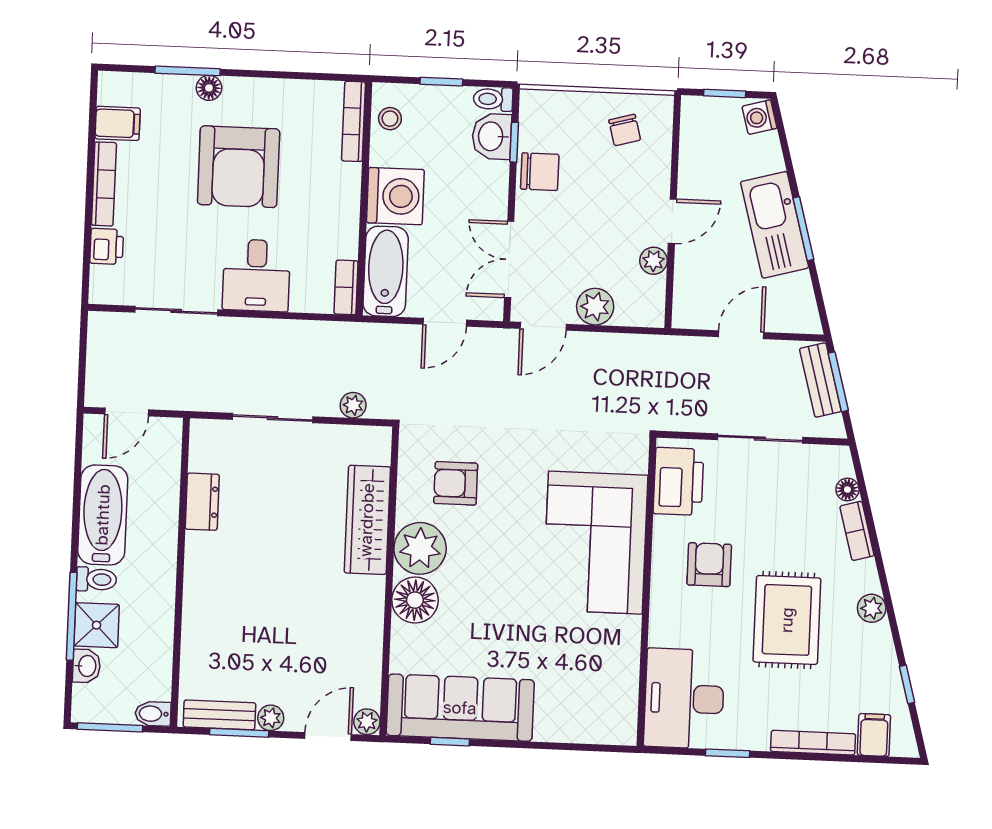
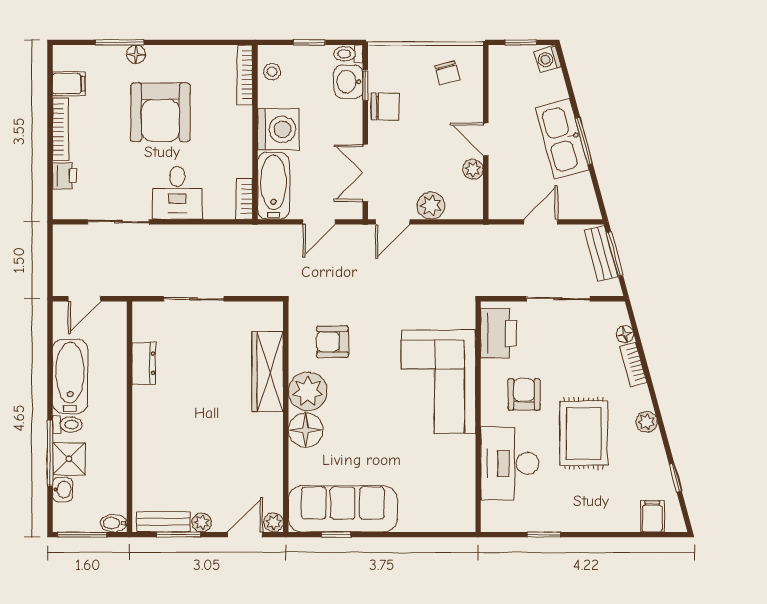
door: (672, 221) -> (486, 139), swing flipped
plant: (353, 405) -> (253, 287), removed
desk: (684, 699) -> (510, 463), moved
bookcase: (813, 743) -> (607, 524), removed

